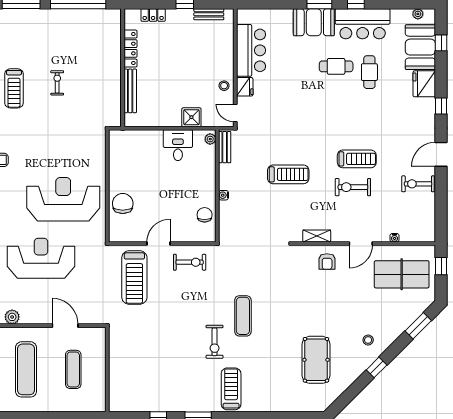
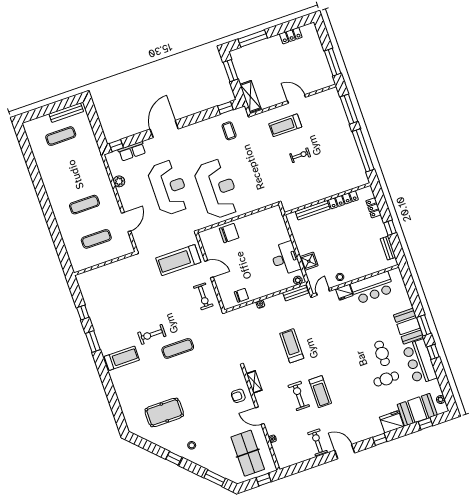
desk: (178, 145) -> (285, 258), width x1.37
treadmill: (288, 174) -> (292, 346), turned 180
exercise mat: (26, 369) -> (84, 205), width x0.73, depth x0.69

